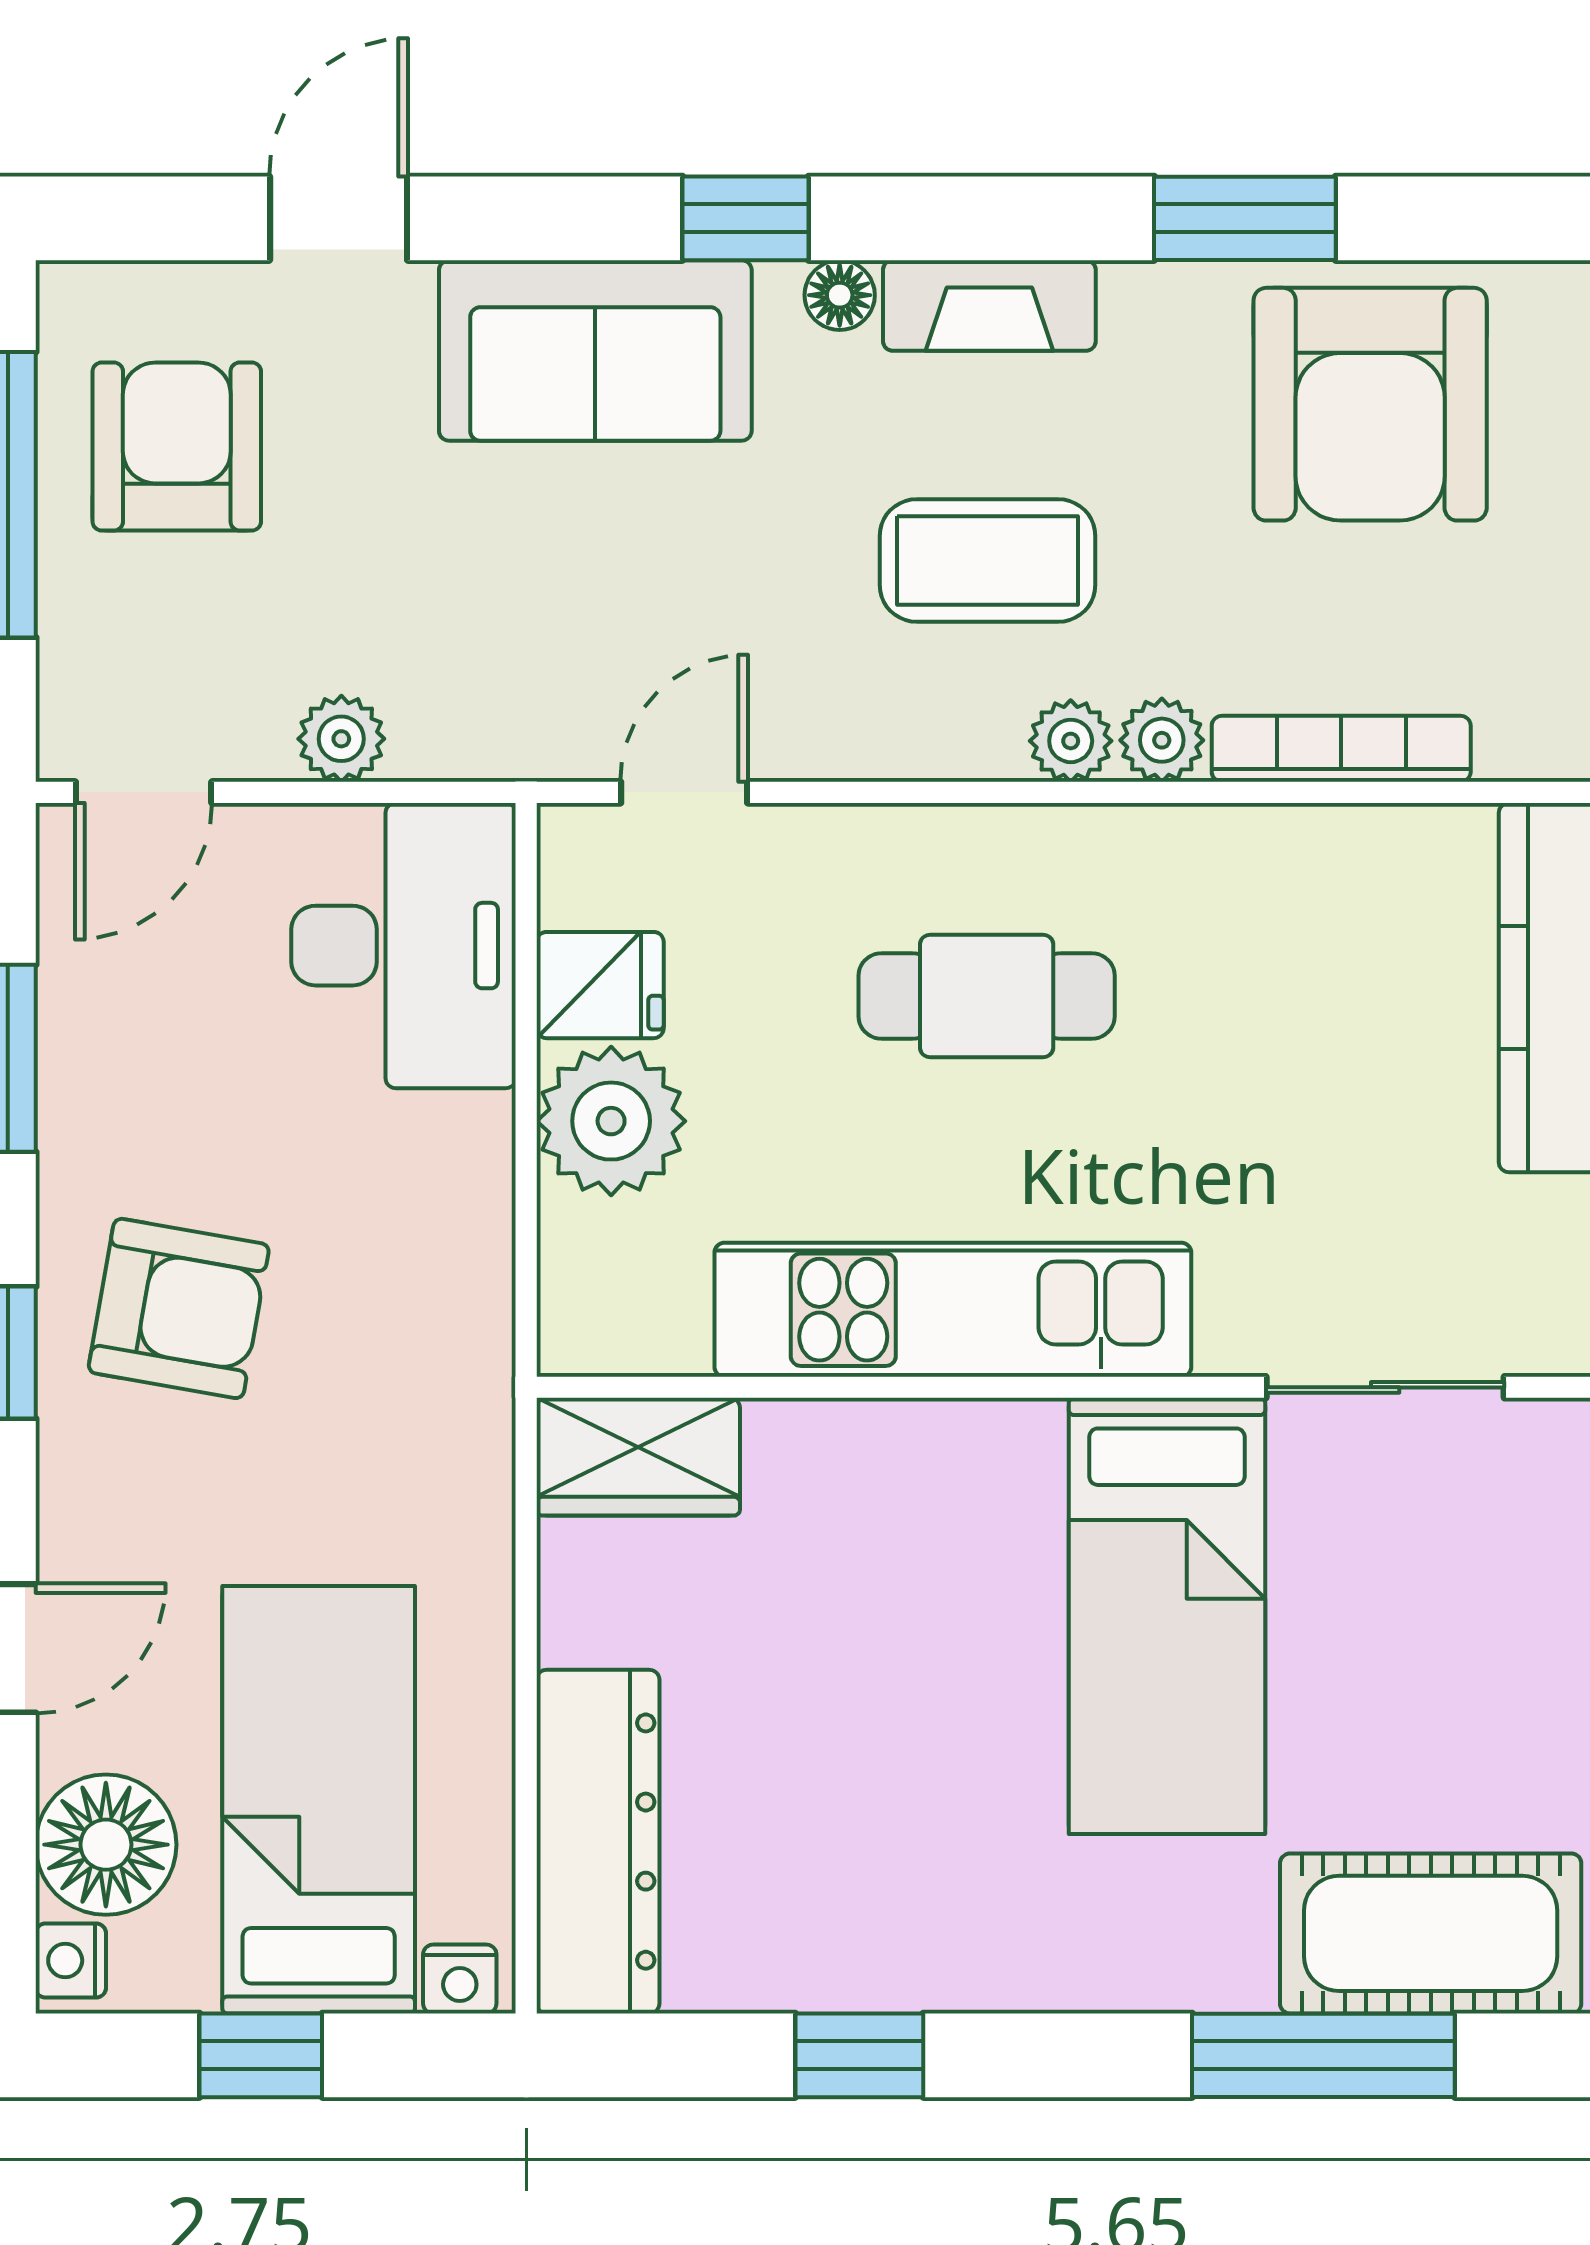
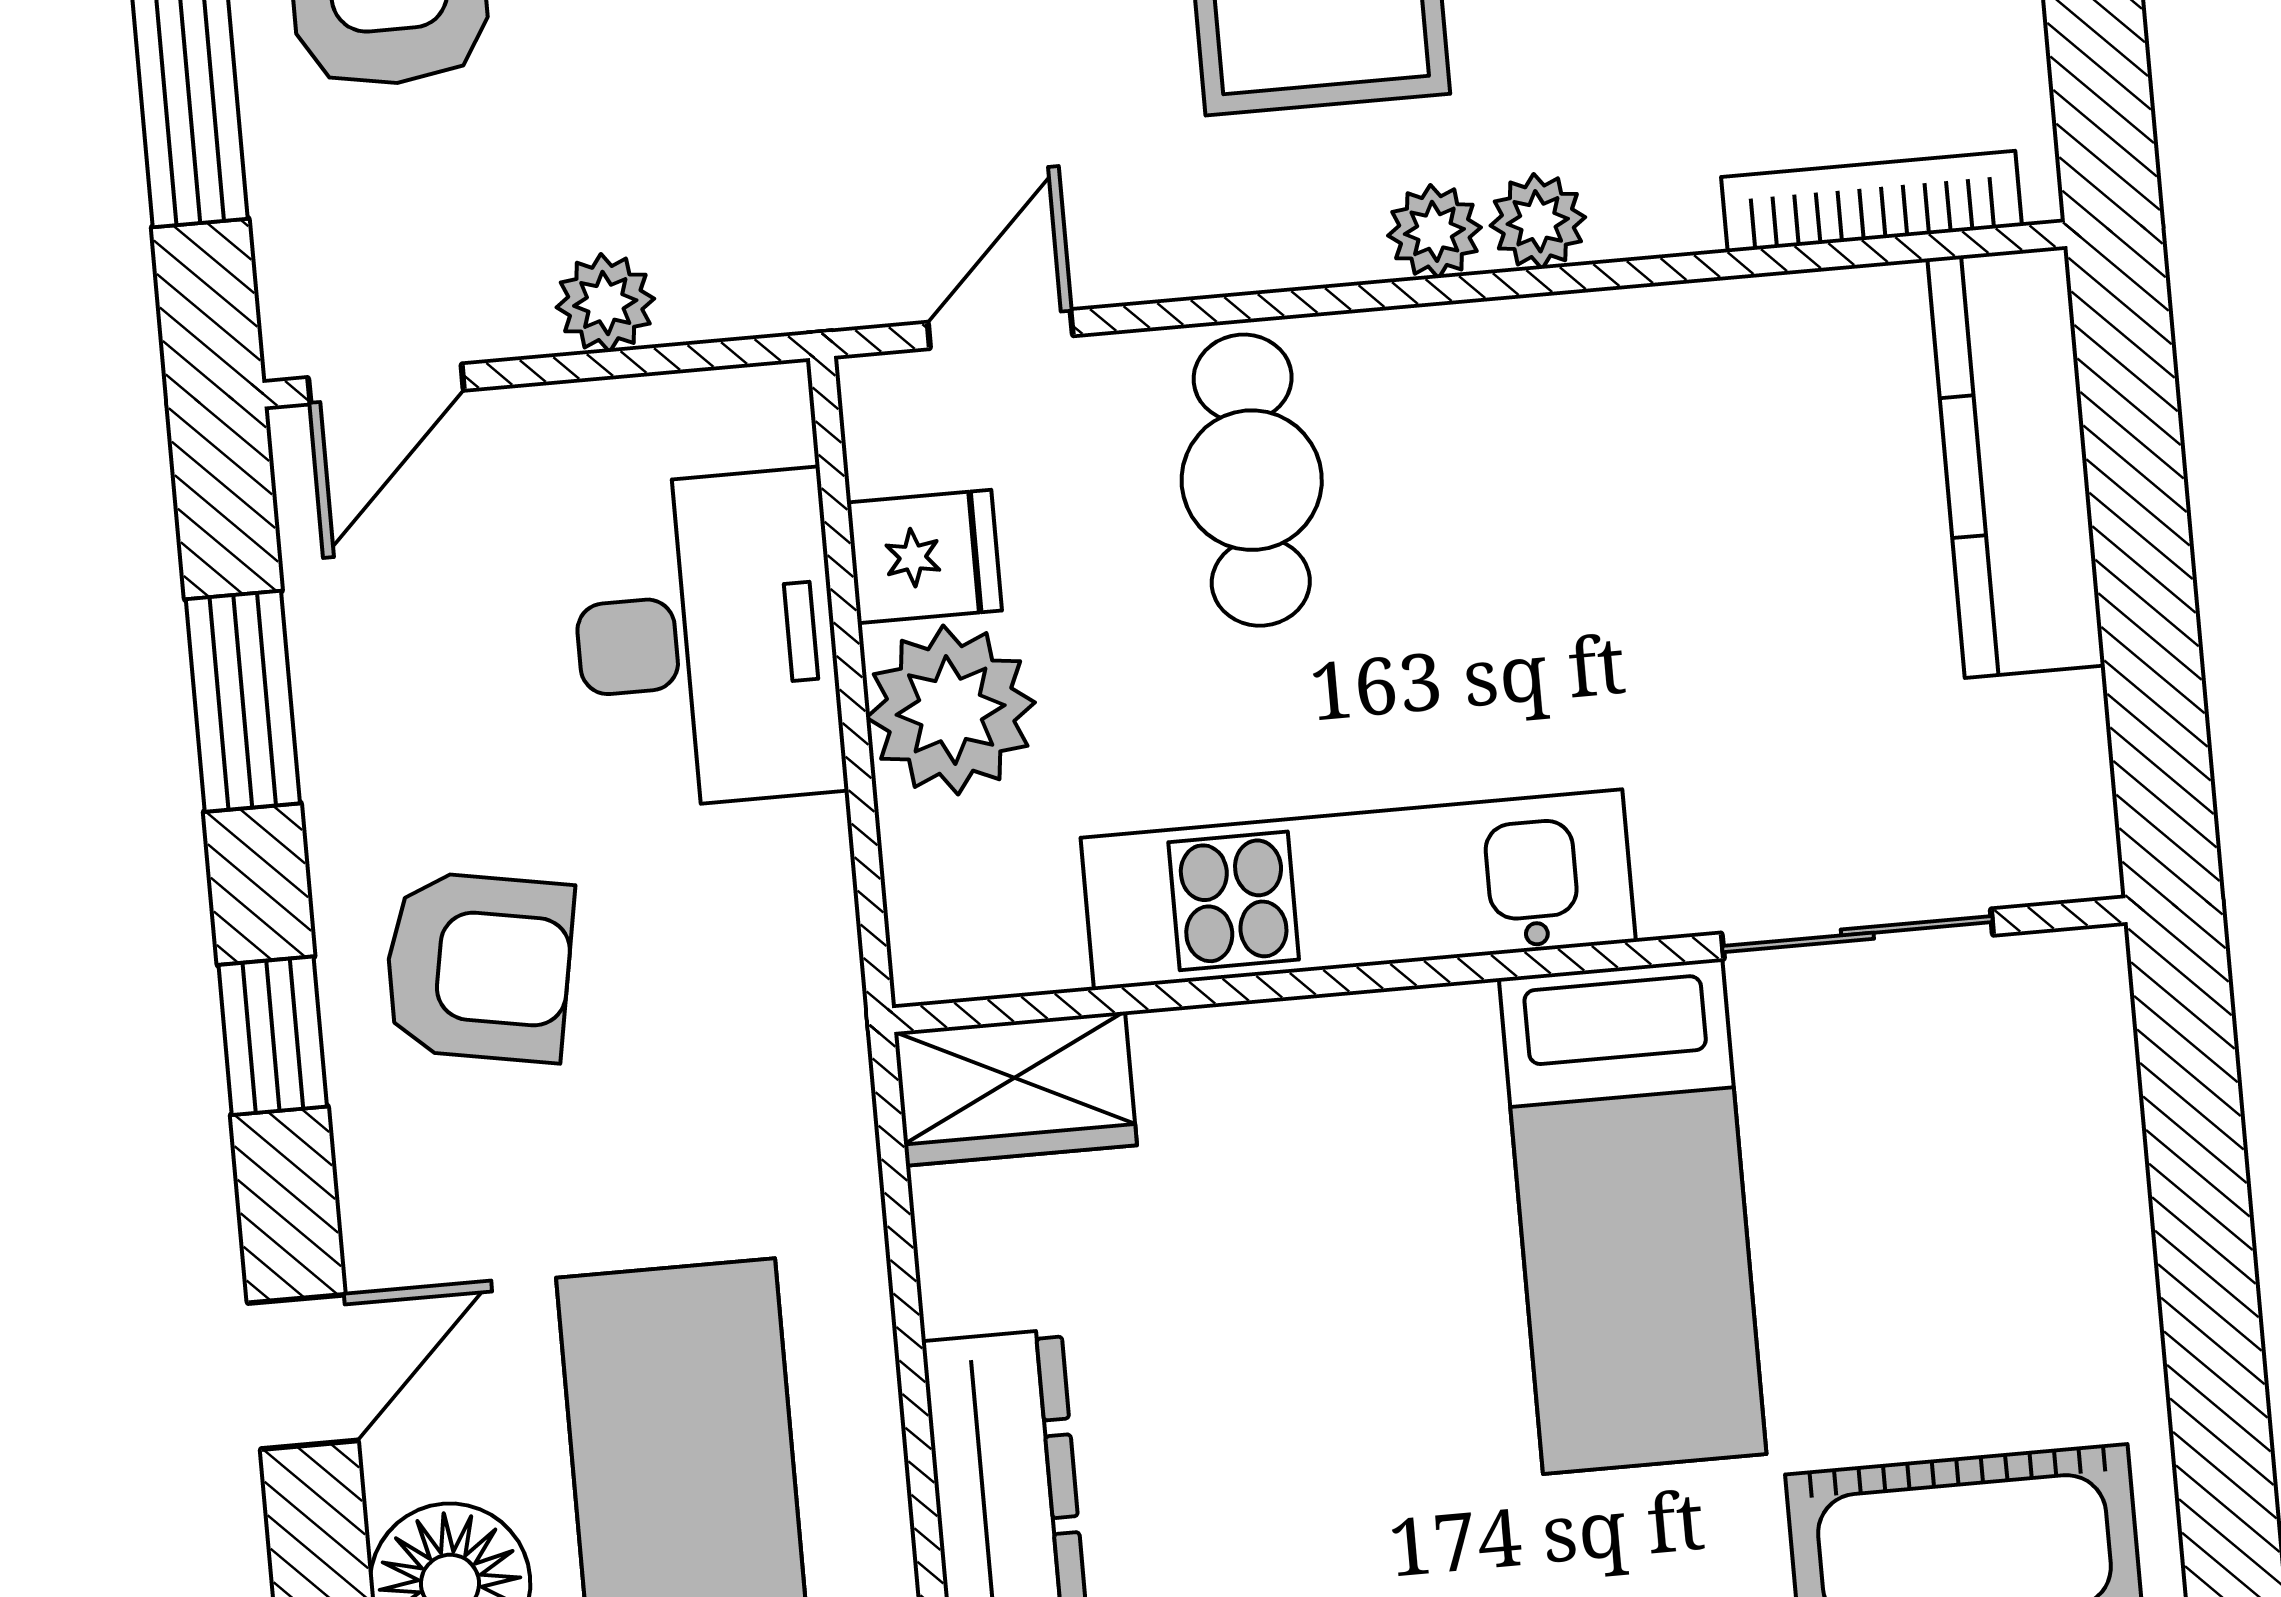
bookcase: (1341, 749) -> (1871, 201), moved
desk: (404, 946) -> (707, 640), moved
cafe table: (987, 996) -> (1252, 480), moved, turned 90

